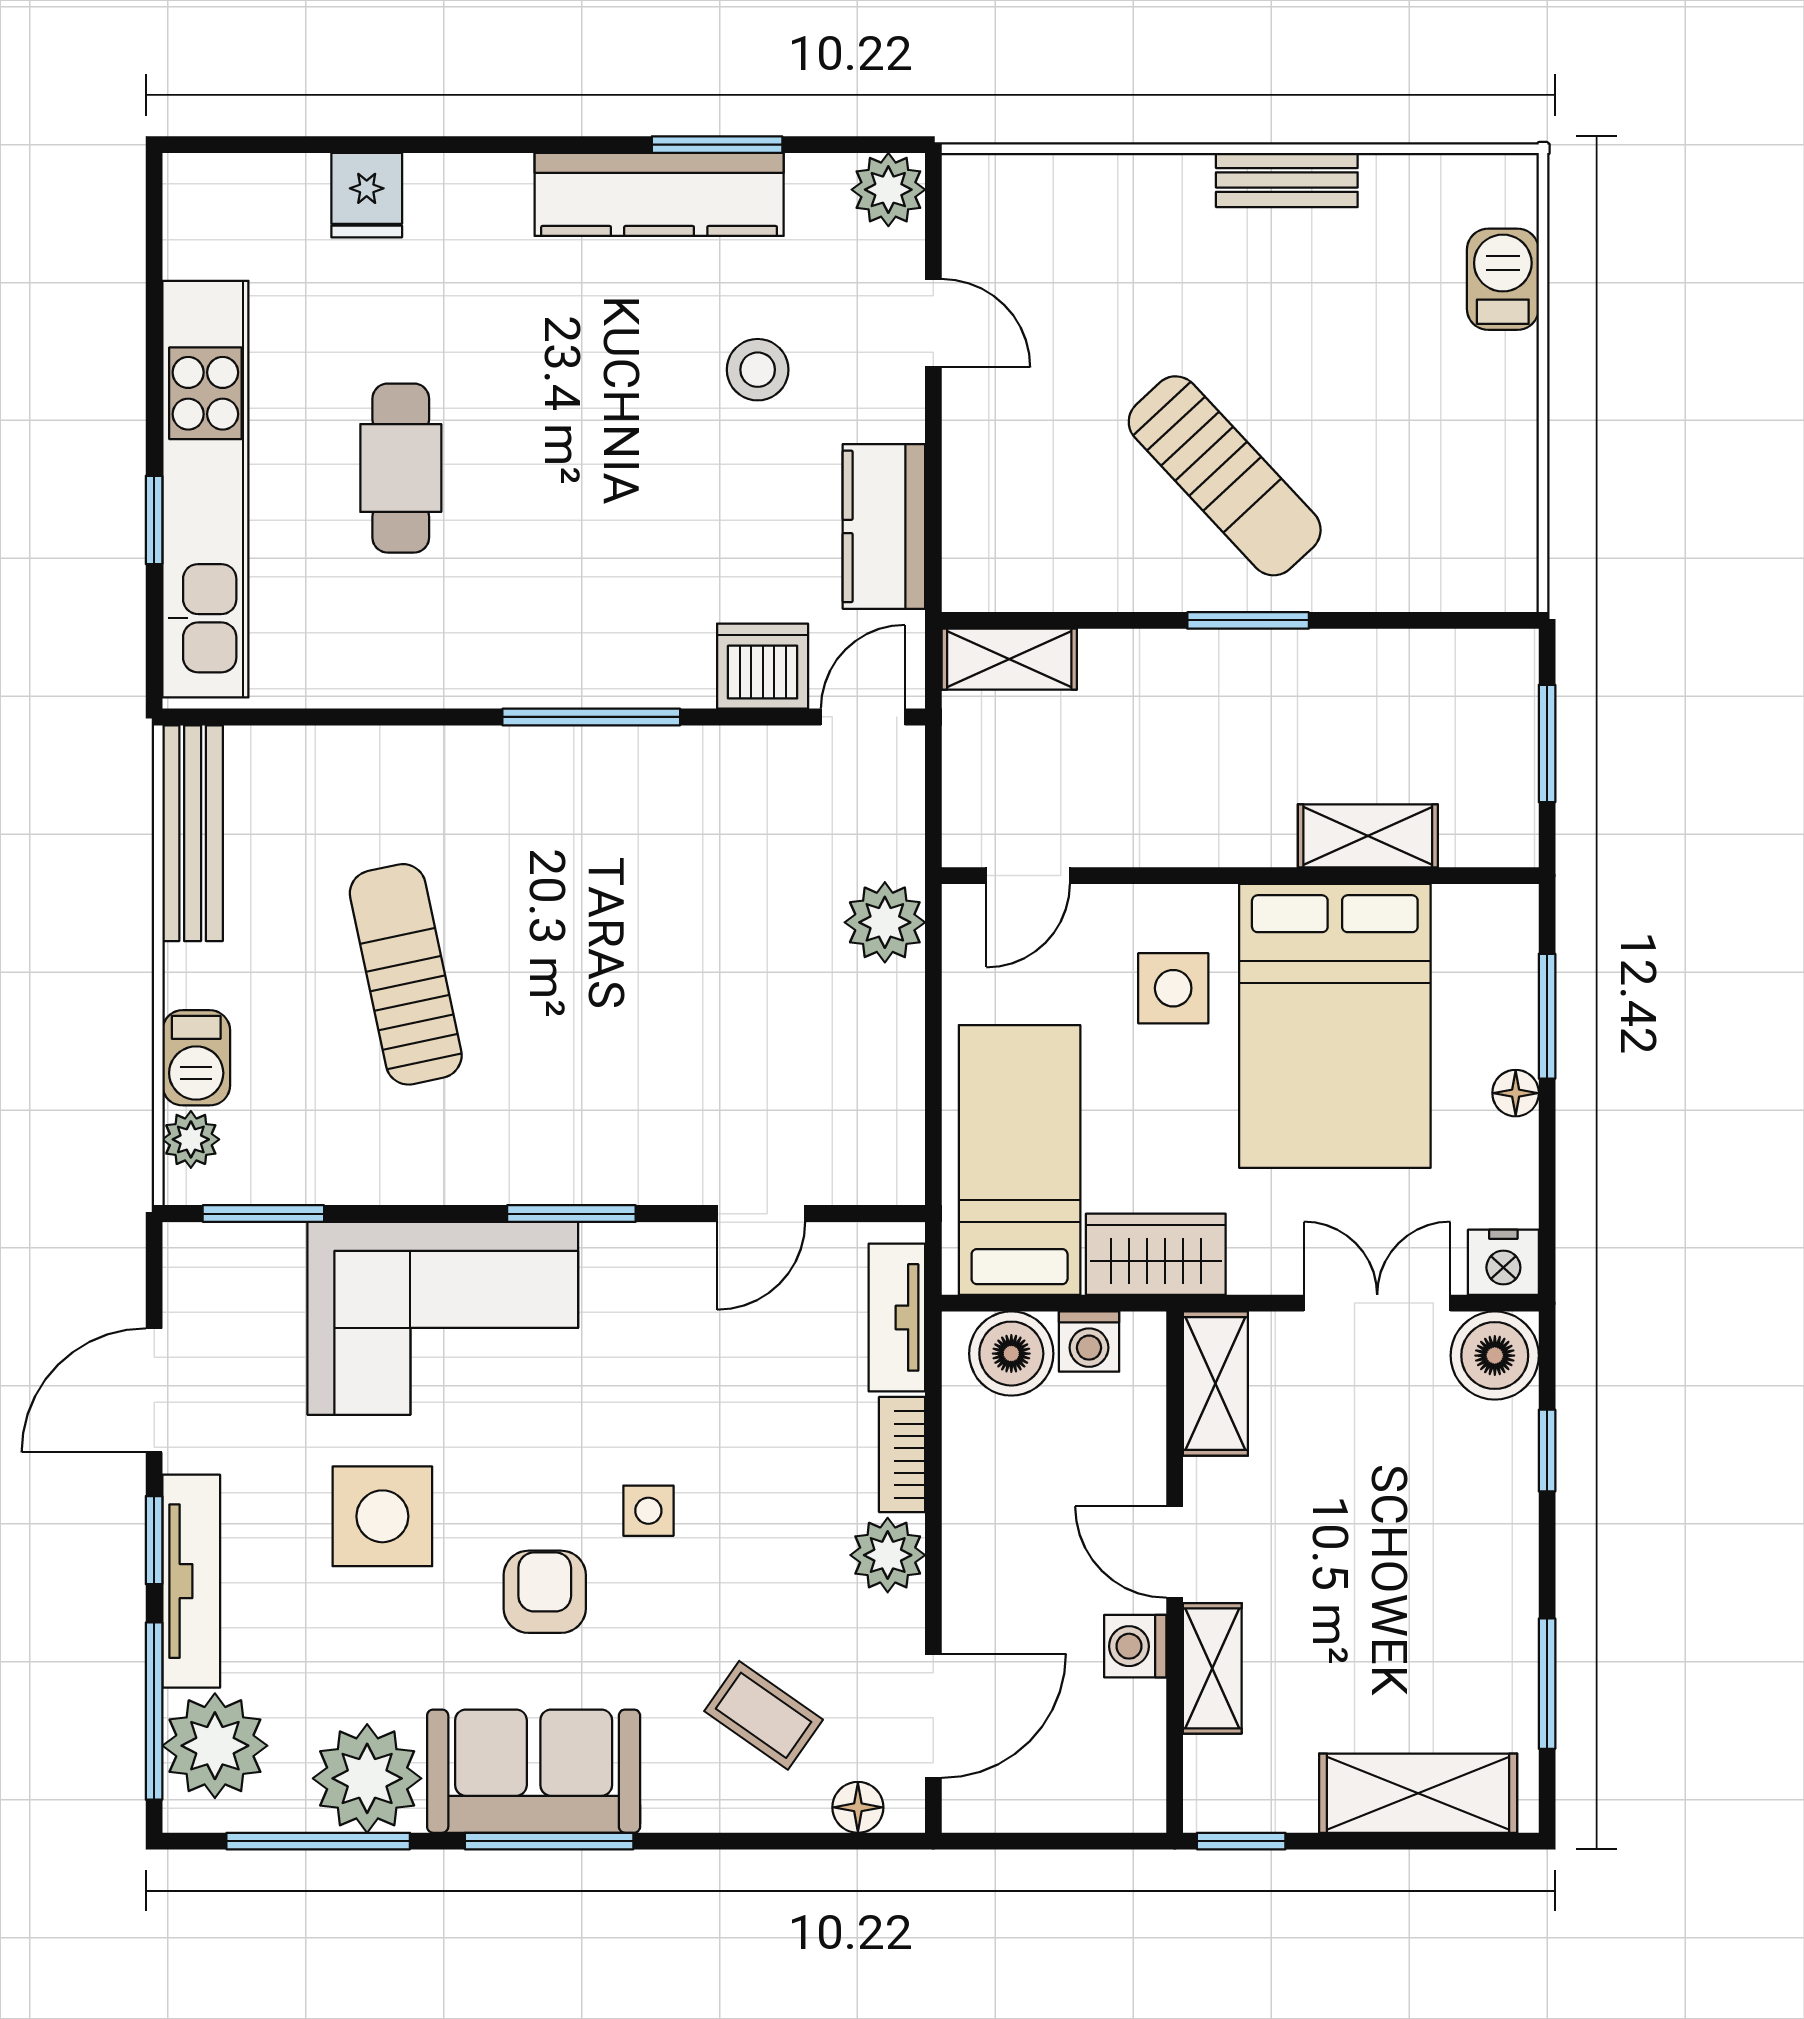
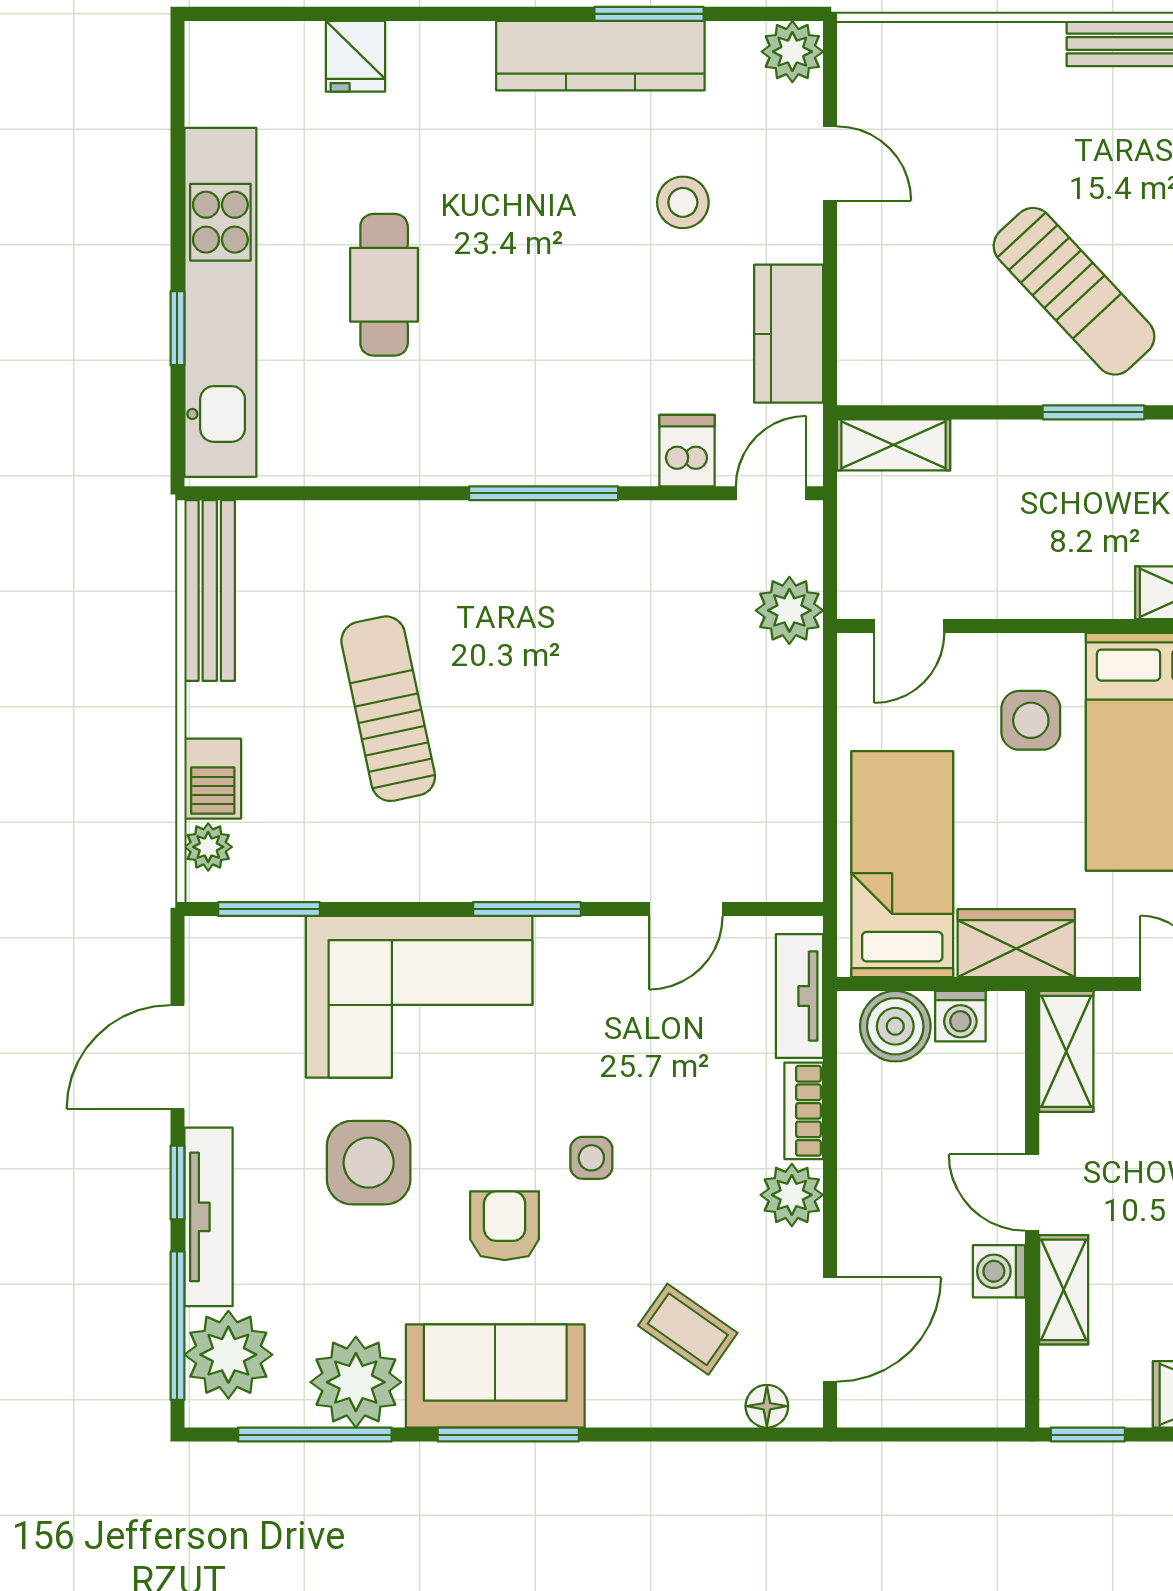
dishwasher: (763, 666) -> (687, 451), width x0.73
plant: (885, 922) -> (789, 610), moved

